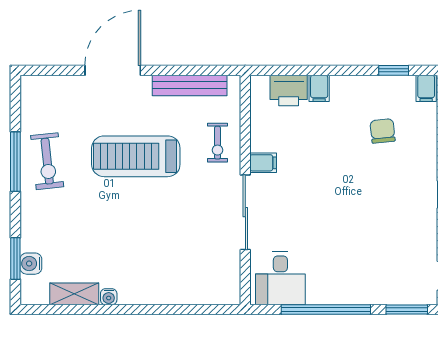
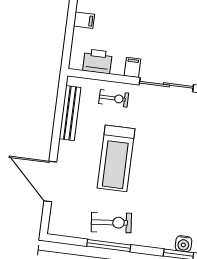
door: (113, 70) -> (50, 182), moved
printer: (289, 90) -> (98, 61), moved, turned -90

